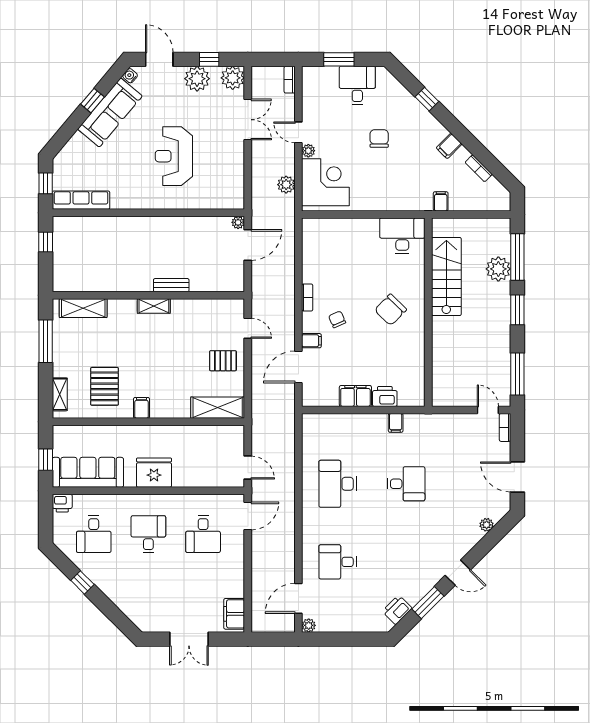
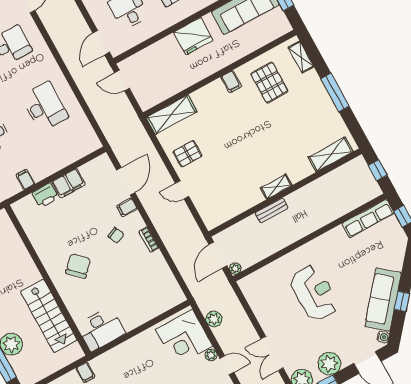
bench: (171, 285) -> (272, 210), moved
wall: (148, 295) -> (285, 193), moved
shelving: (154, 306) -> (276, 187), moved
shelving: (83, 308) -> (331, 154), moved

